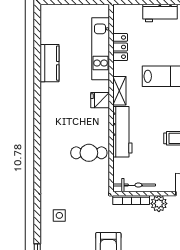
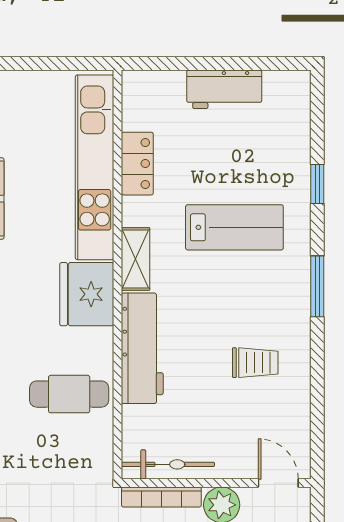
kitchen unit: (101, 49) -> (95, 167), width x1.36
fridge: (100, 100) -> (87, 294), width x1.88, depth x1.34

